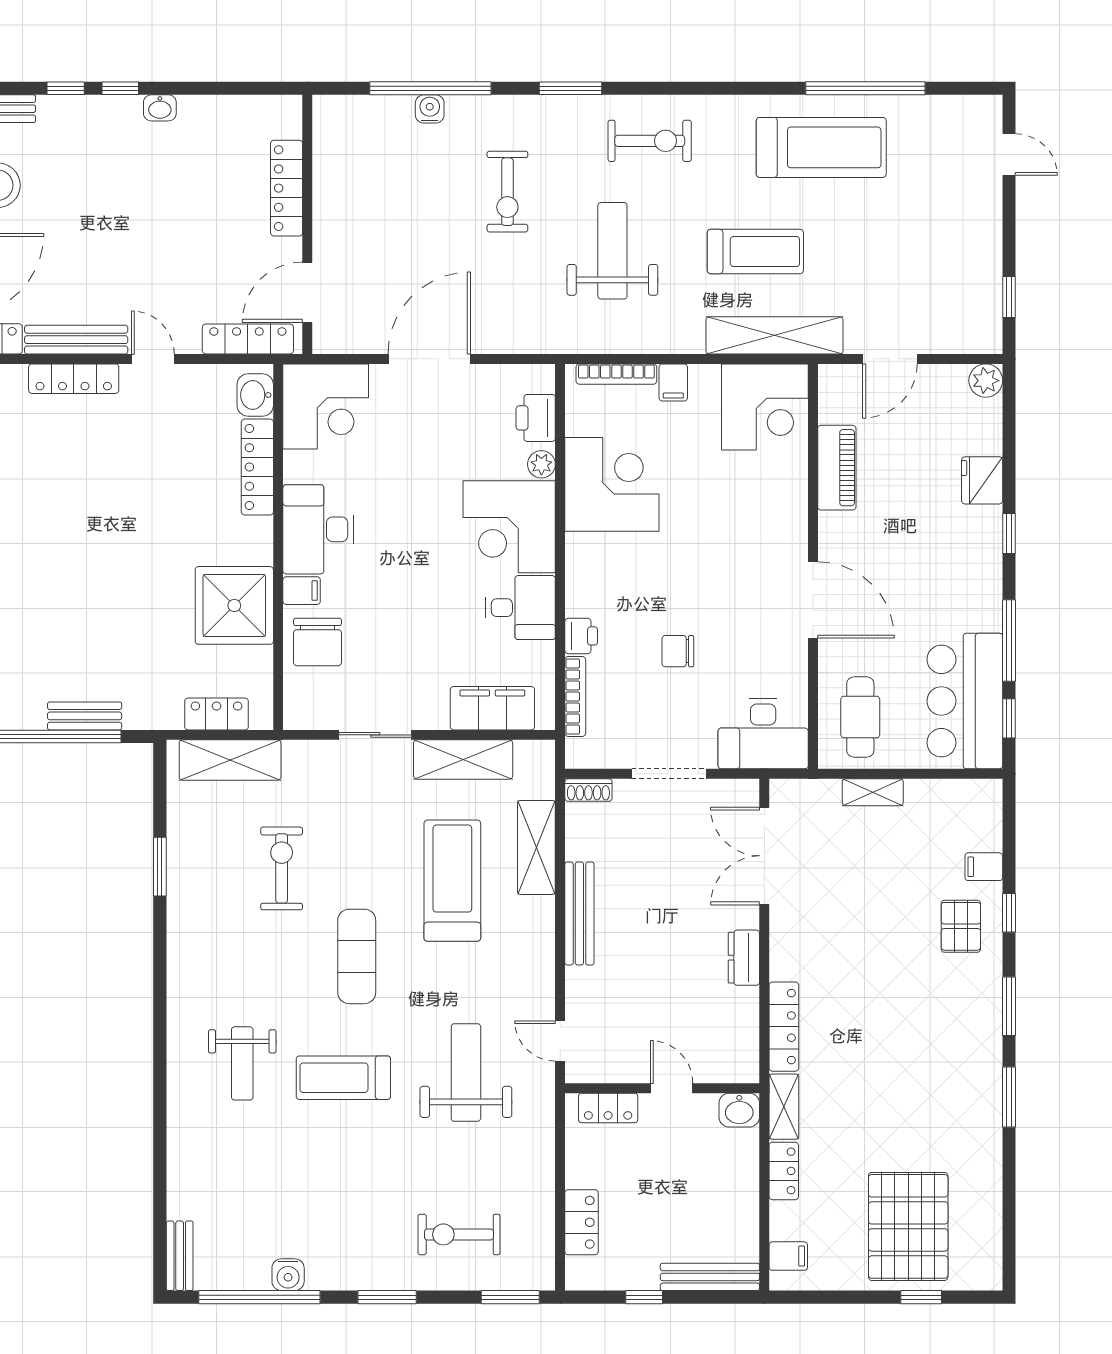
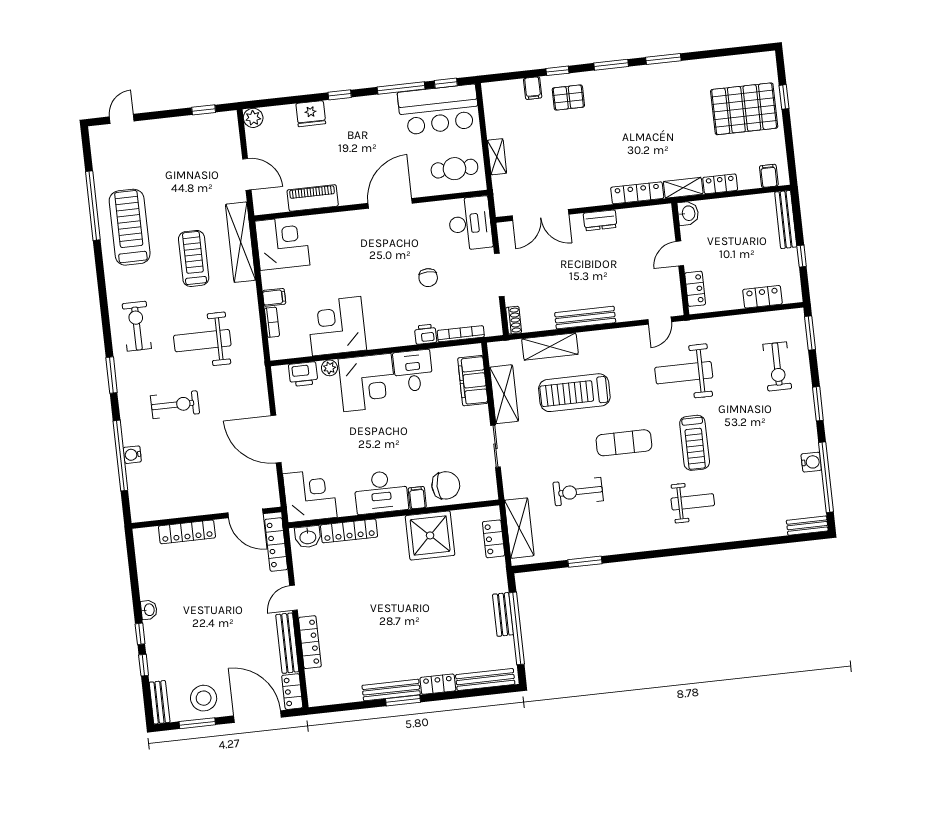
bookcase: (616, 374) -> (272, 322), width x0.64

